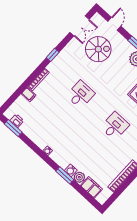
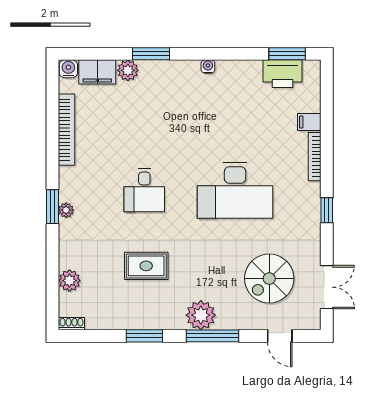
double door: (79, 26) -> (327, 287), swing flipped
desk: (80, 94) -> (235, 190), width x1.87, depth x1.30
printer: (17, 121) -> (282, 74), width x1.87, depth x1.48
water cooler: (71, 170) -> (68, 69), moved

